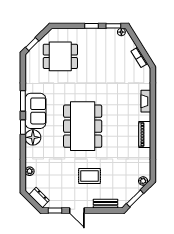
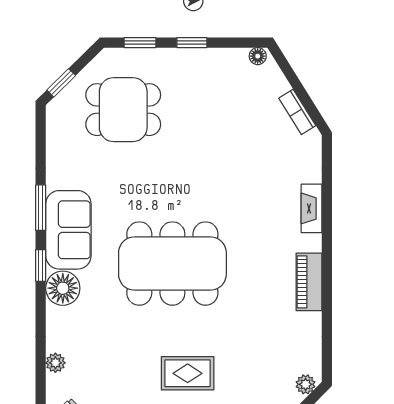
window: (113, 26) -> (140, 43), moved
dining table: (83, 126) -> (172, 264), turned 90

